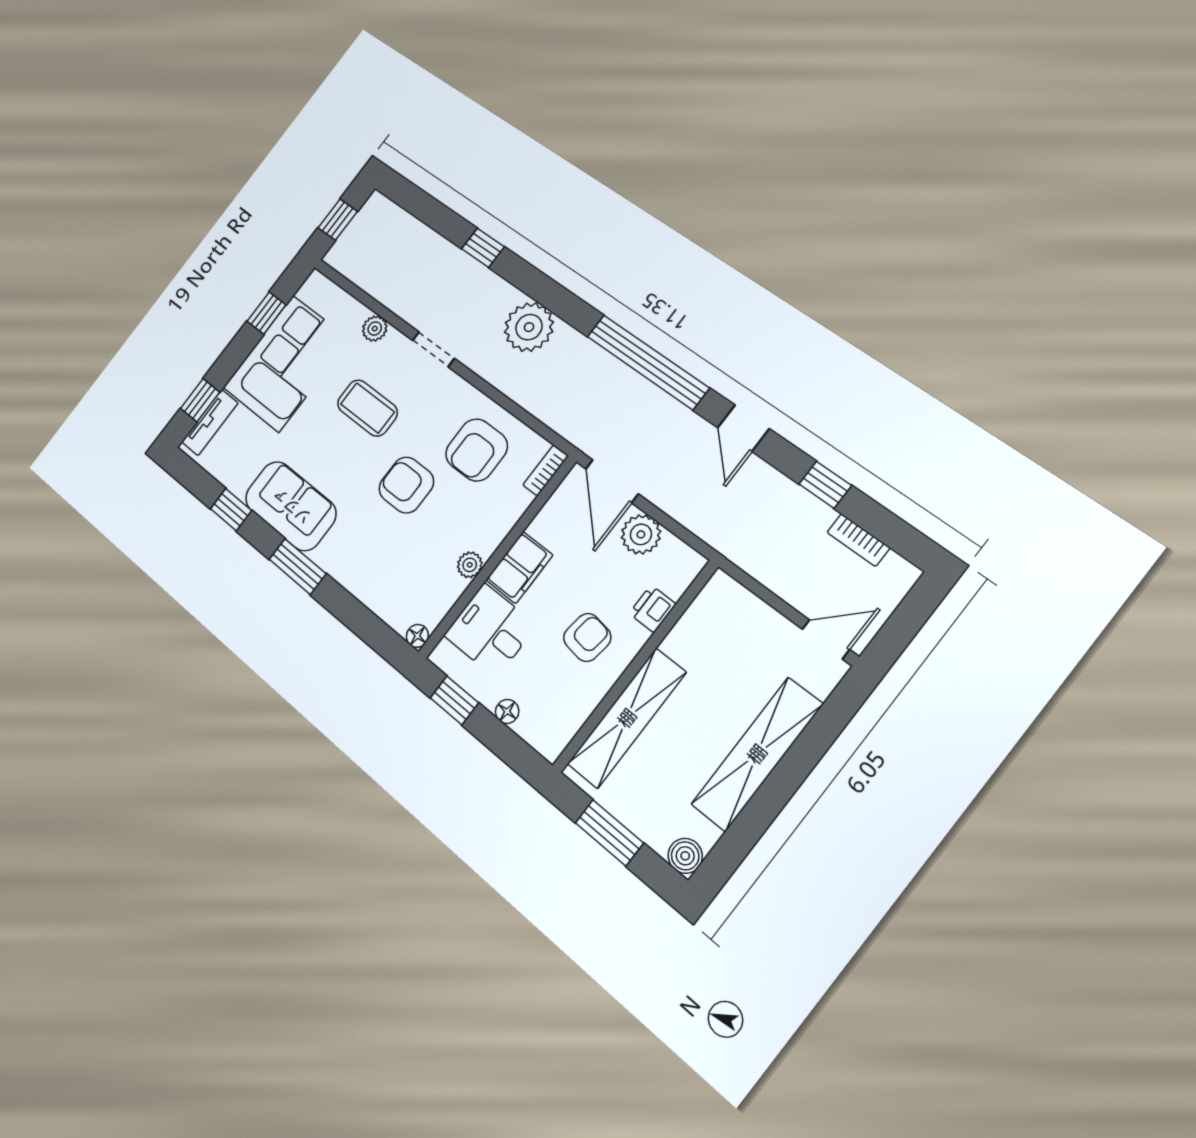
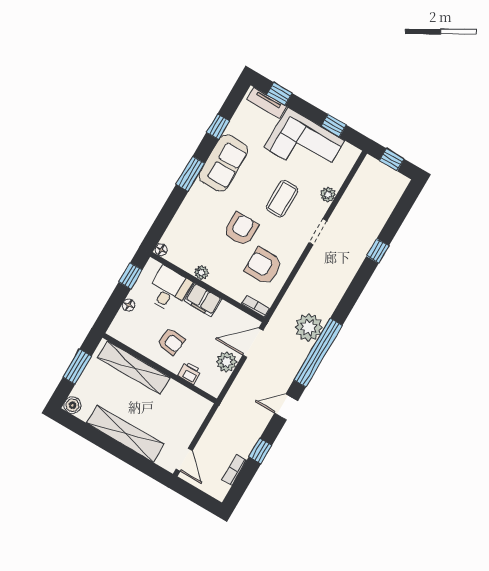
plant: (529, 327) -> (308, 327), moved

